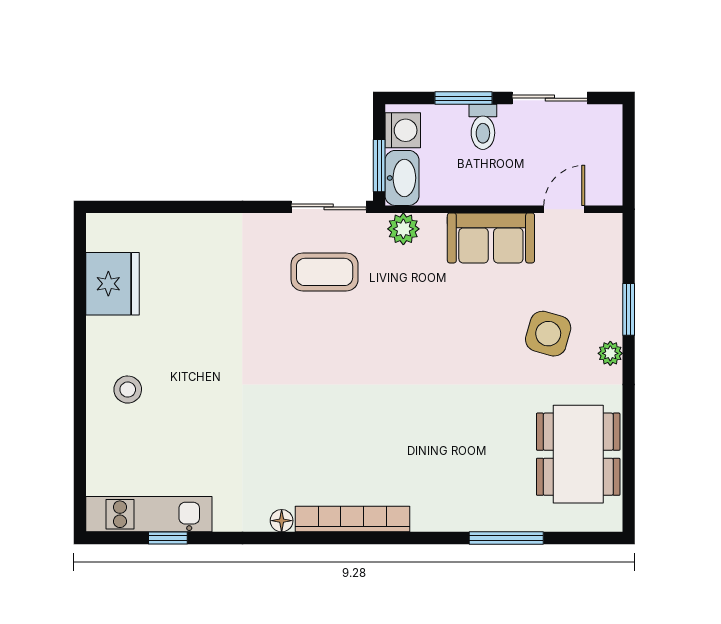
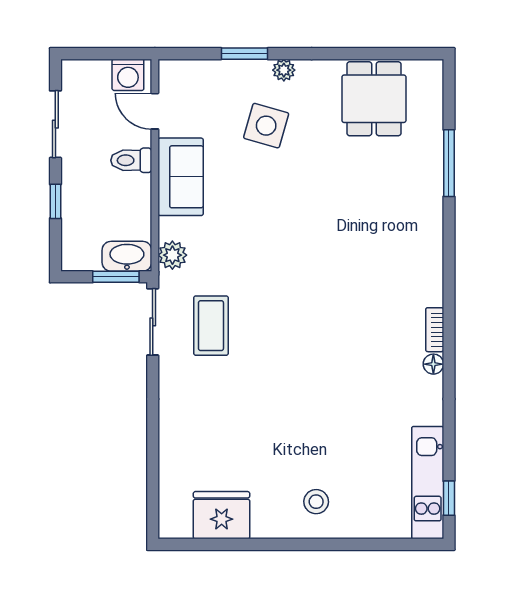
window: (464, 98) -> (55, 201), width x0.67
toilet: (483, 127) -> (131, 160), moved, turned 180
washing machine: (403, 130) -> (128, 75), moved, turned 180
dining table: (578, 454) -> (374, 99), width x0.73
bookcase: (352, 519) -> (435, 330), width x0.43, depth x0.76
window: (168, 538) -> (449, 498), moved

